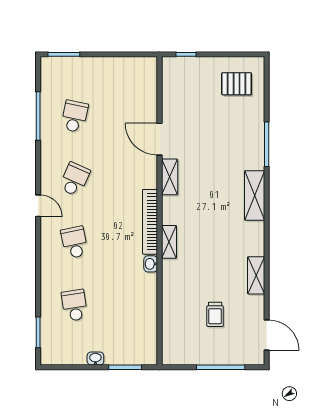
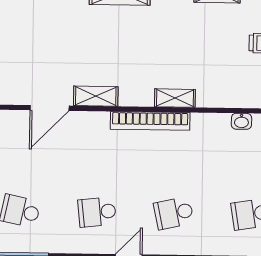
school desk: (75, 179) -> (97, 212), turned -30
washbasin: (151, 264) -> (241, 121), moved

